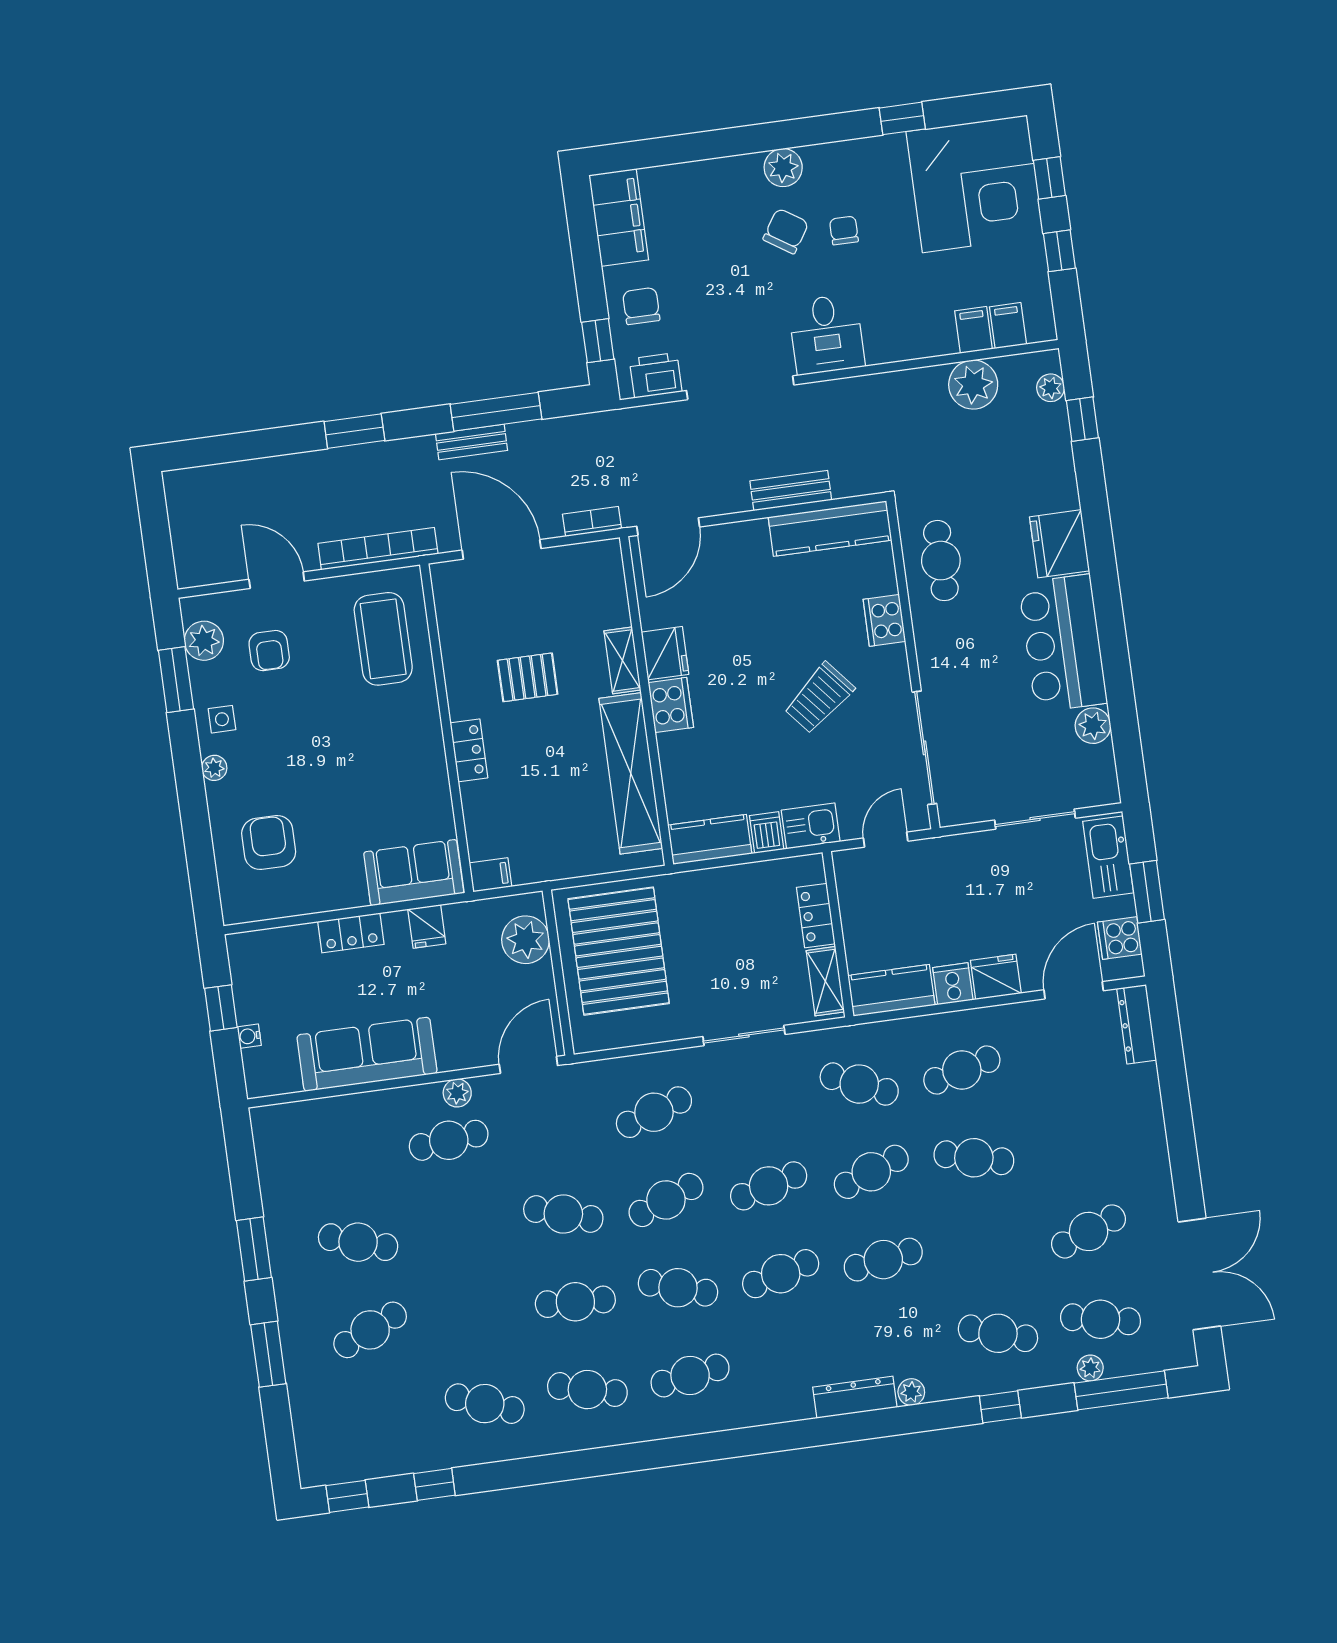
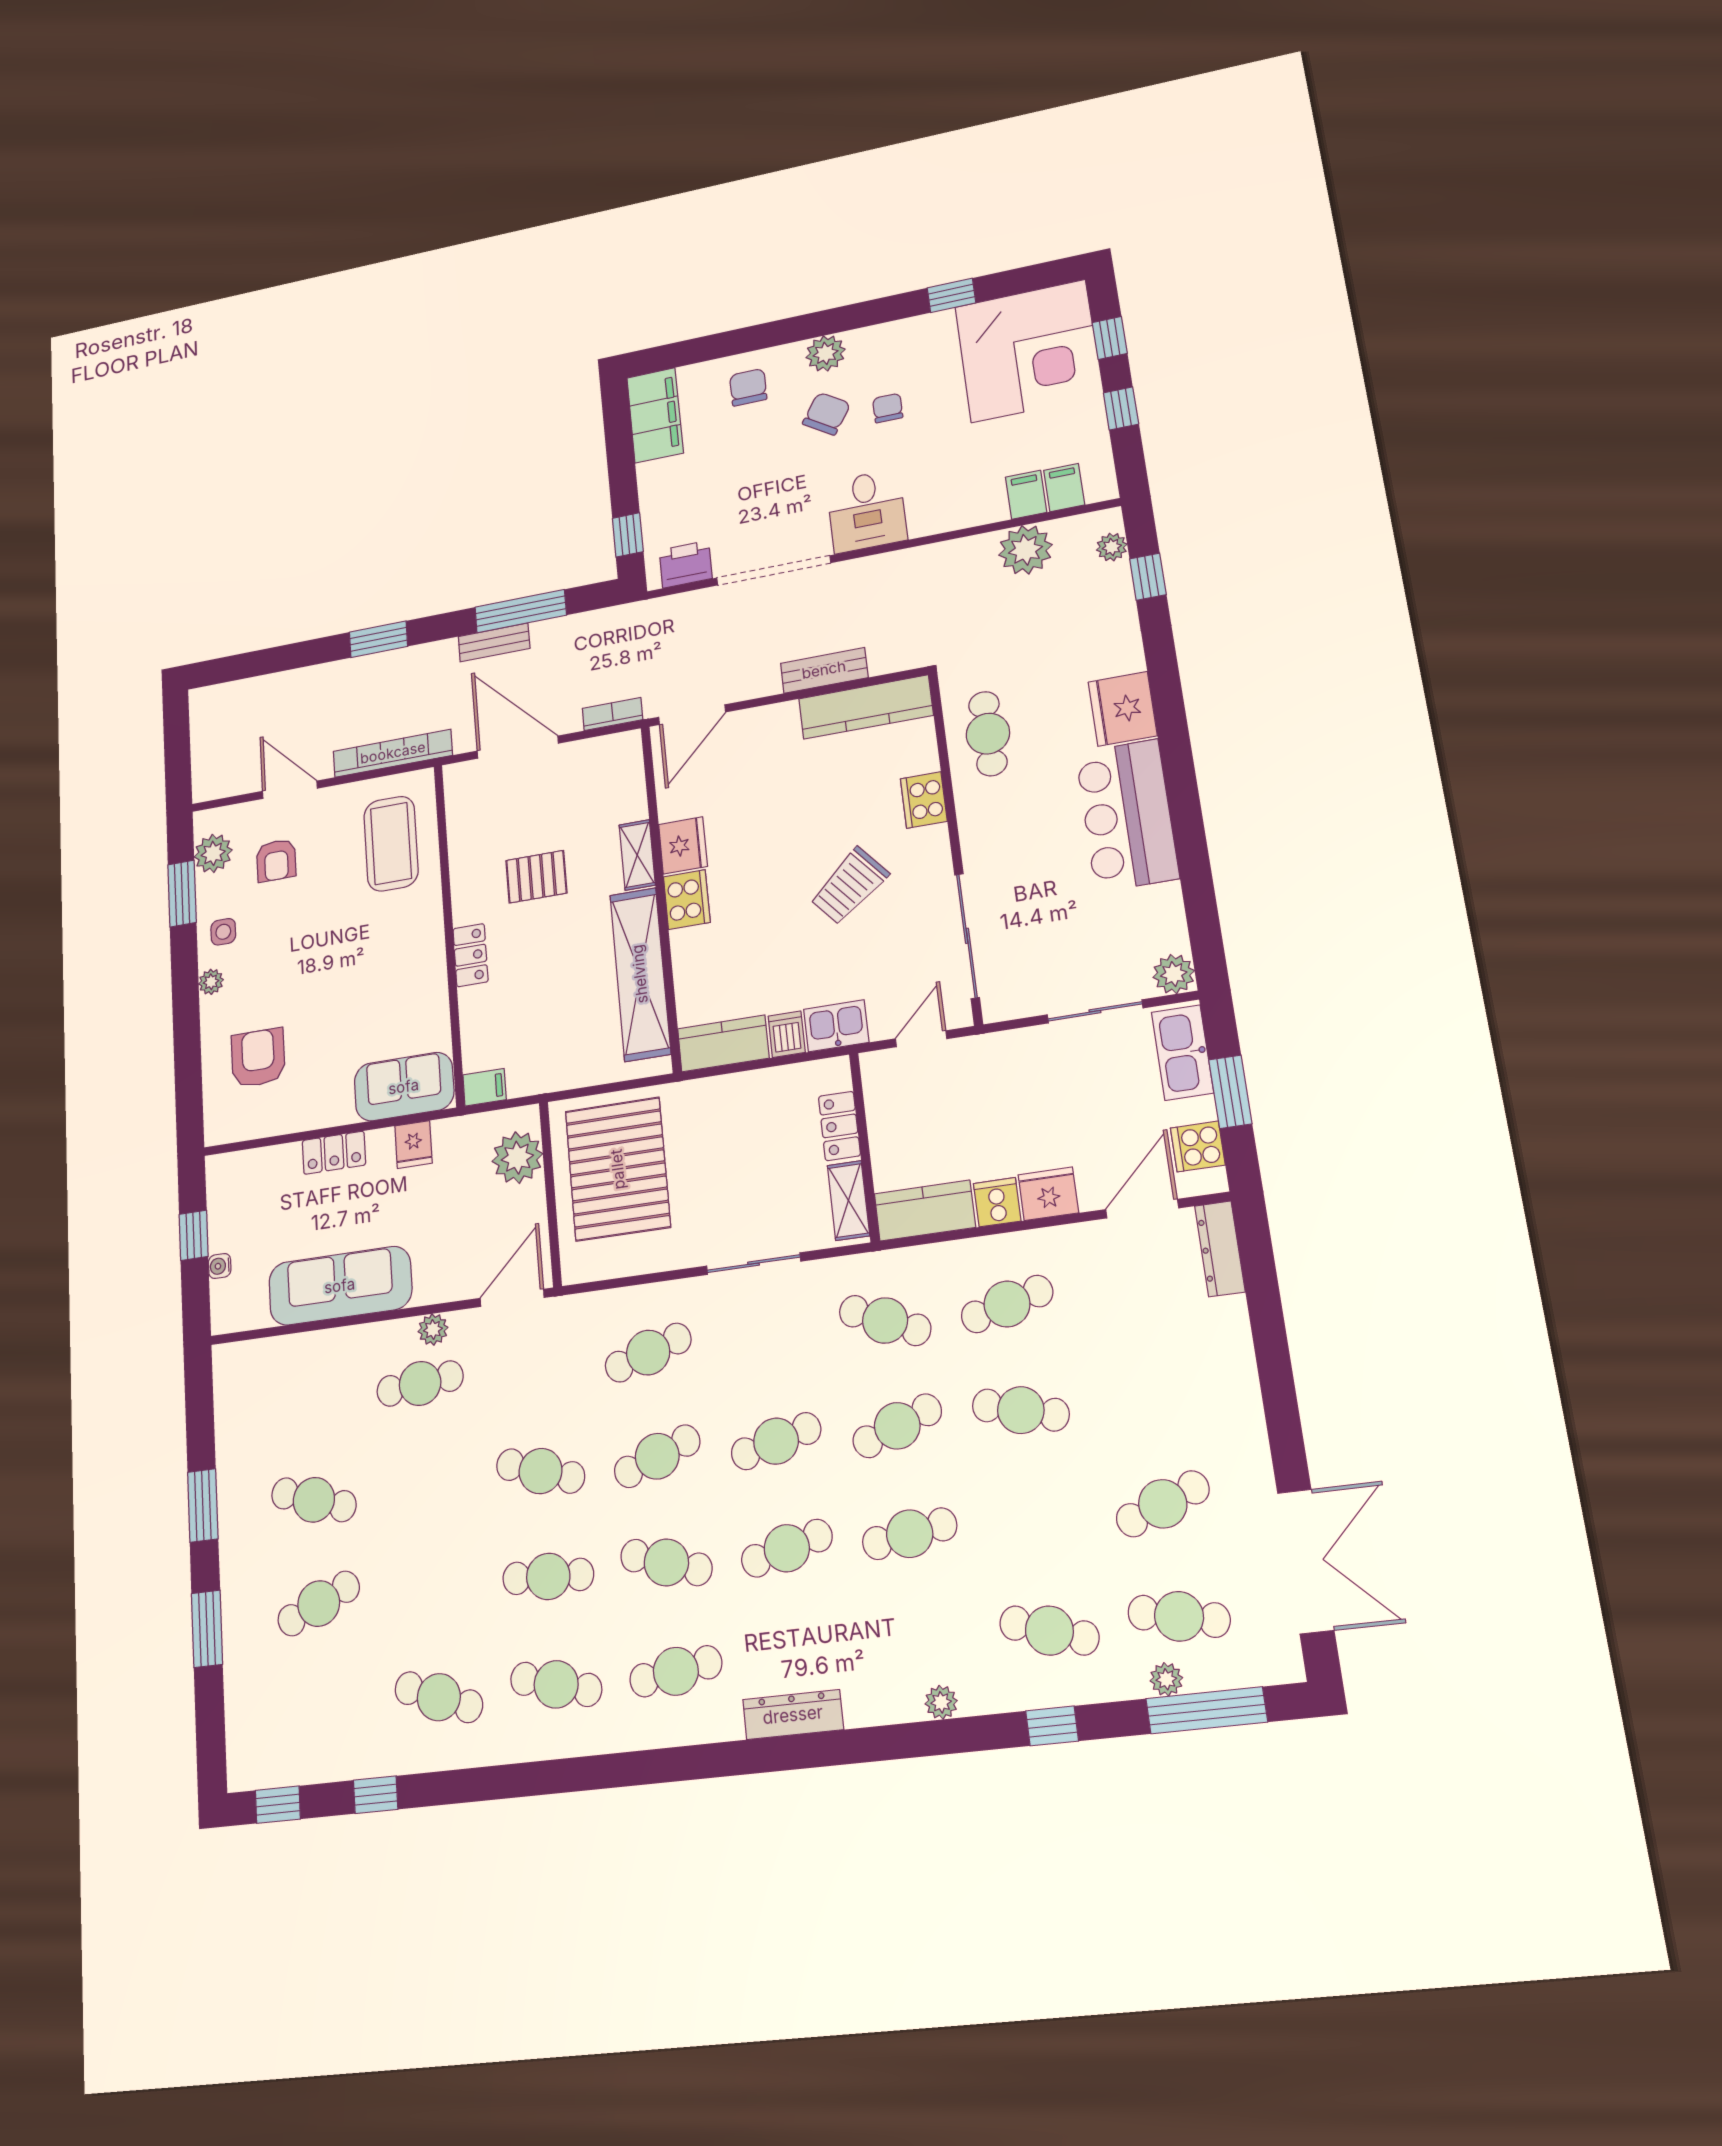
chair: (641, 306) -> (748, 387), moved
plant: (1093, 726) -> (1174, 974), moved
dresser: (855, 1397) -> (793, 1715), moved

